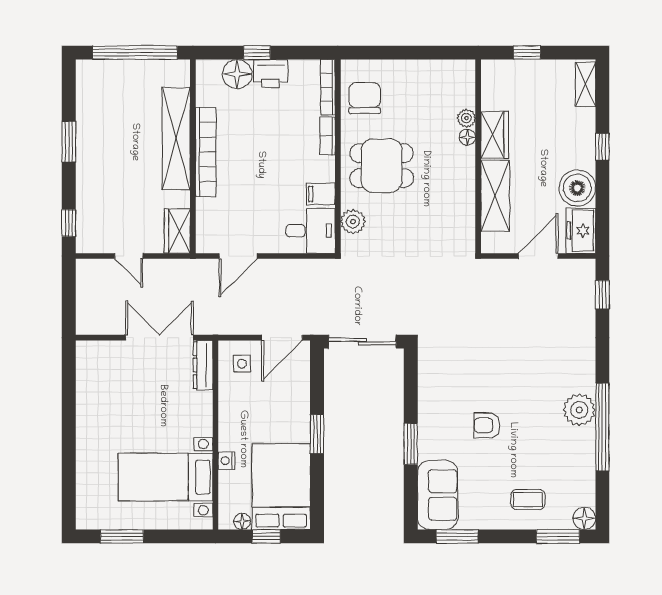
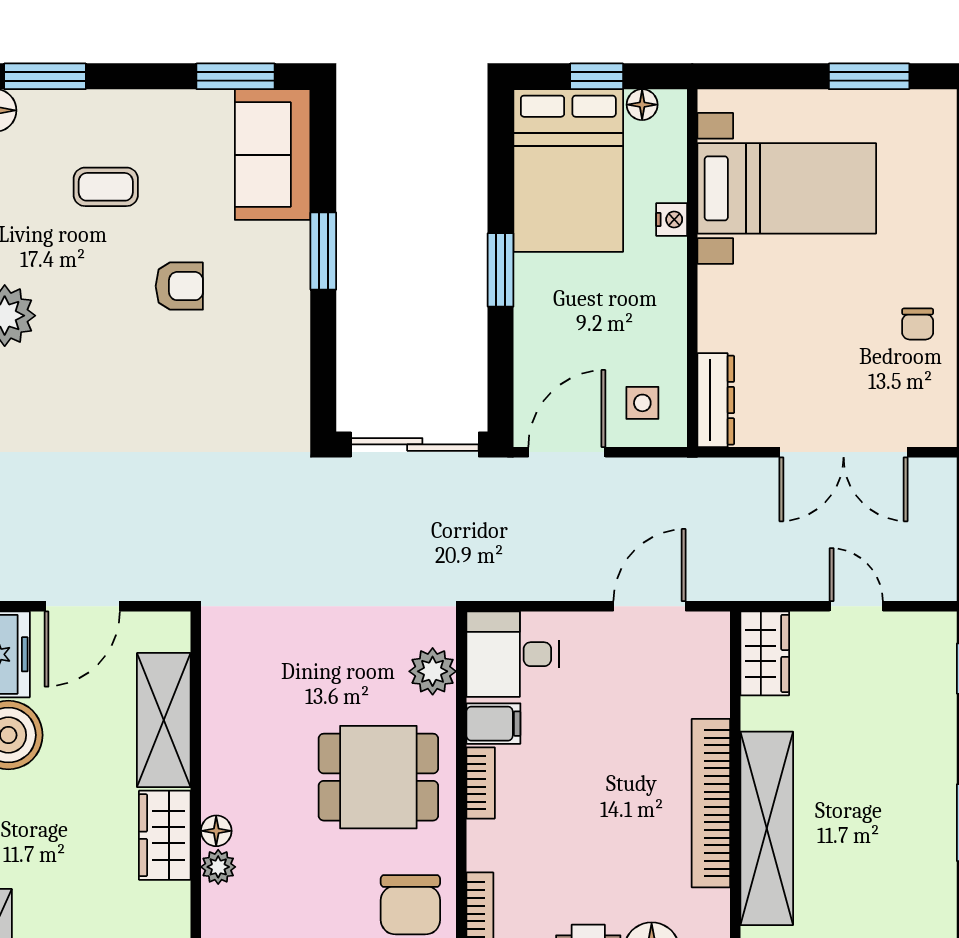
bookcase: (328, 136) -> (481, 783), moved
double door: (159, 338) -> (844, 452), moved
chair: (96, 405) -> (918, 324), added
coffee table: (528, 500) -> (106, 187), moved

